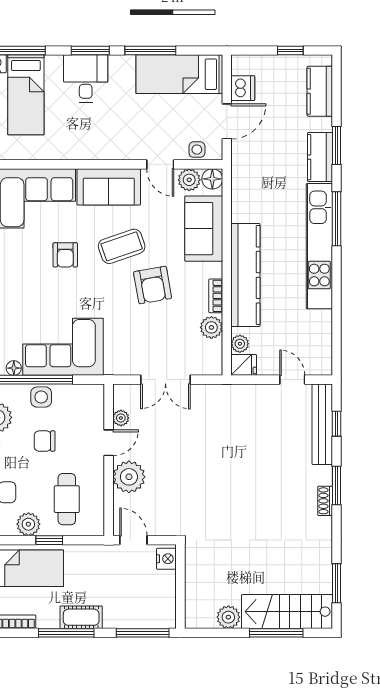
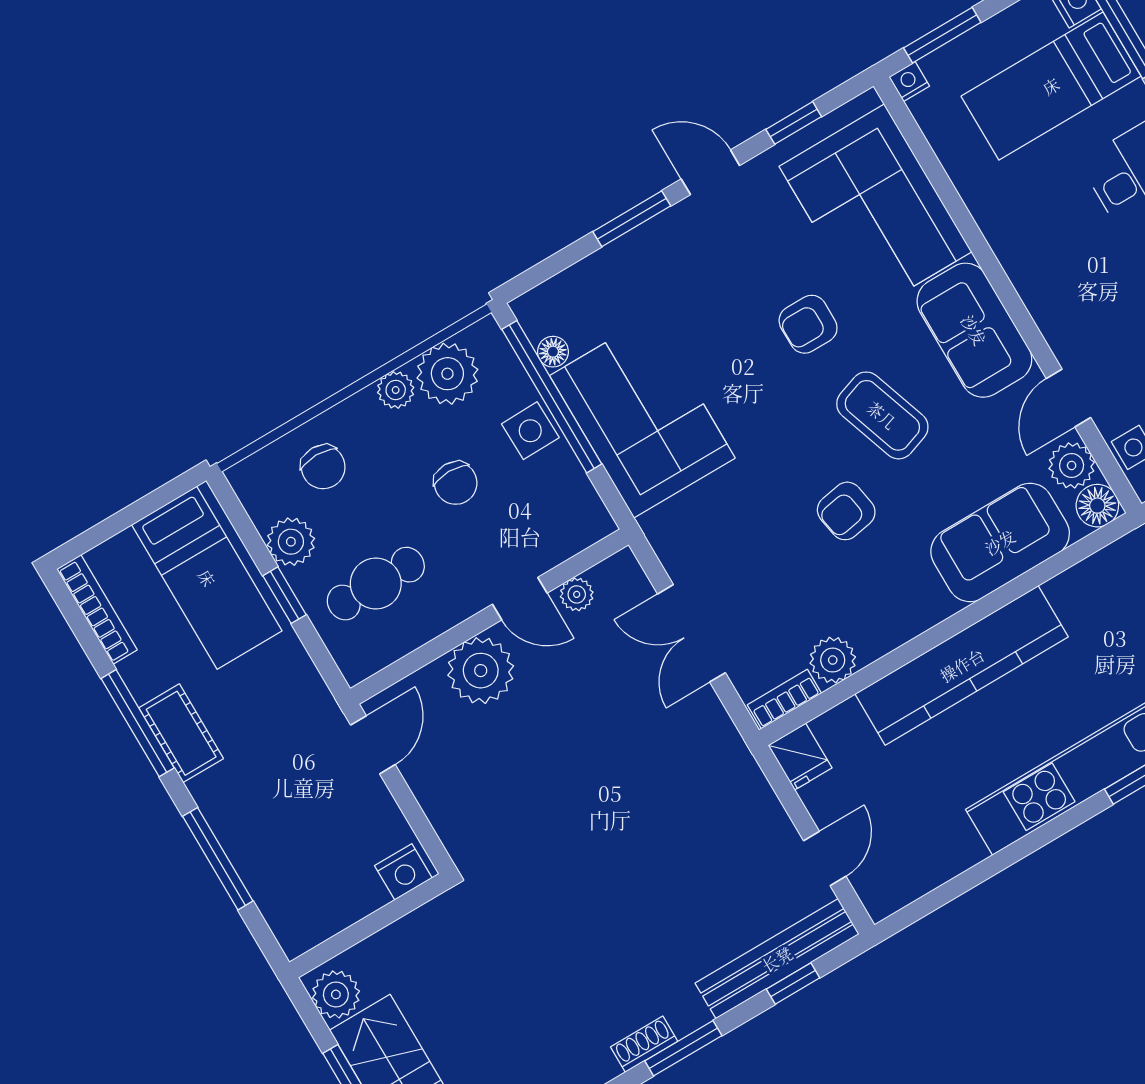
armchair: (153, 285) -> (846, 511), width x0.72, depth x0.72
bookcase: (216, 296) -> (784, 699), moved
plant: (240, 344) -> (834, 728), removed
chair: (45, 441) -> (456, 483), turned 180
nightstand: (166, 559) -> (403, 872), moved
wall: (180, 587) -> (369, 926), moved

